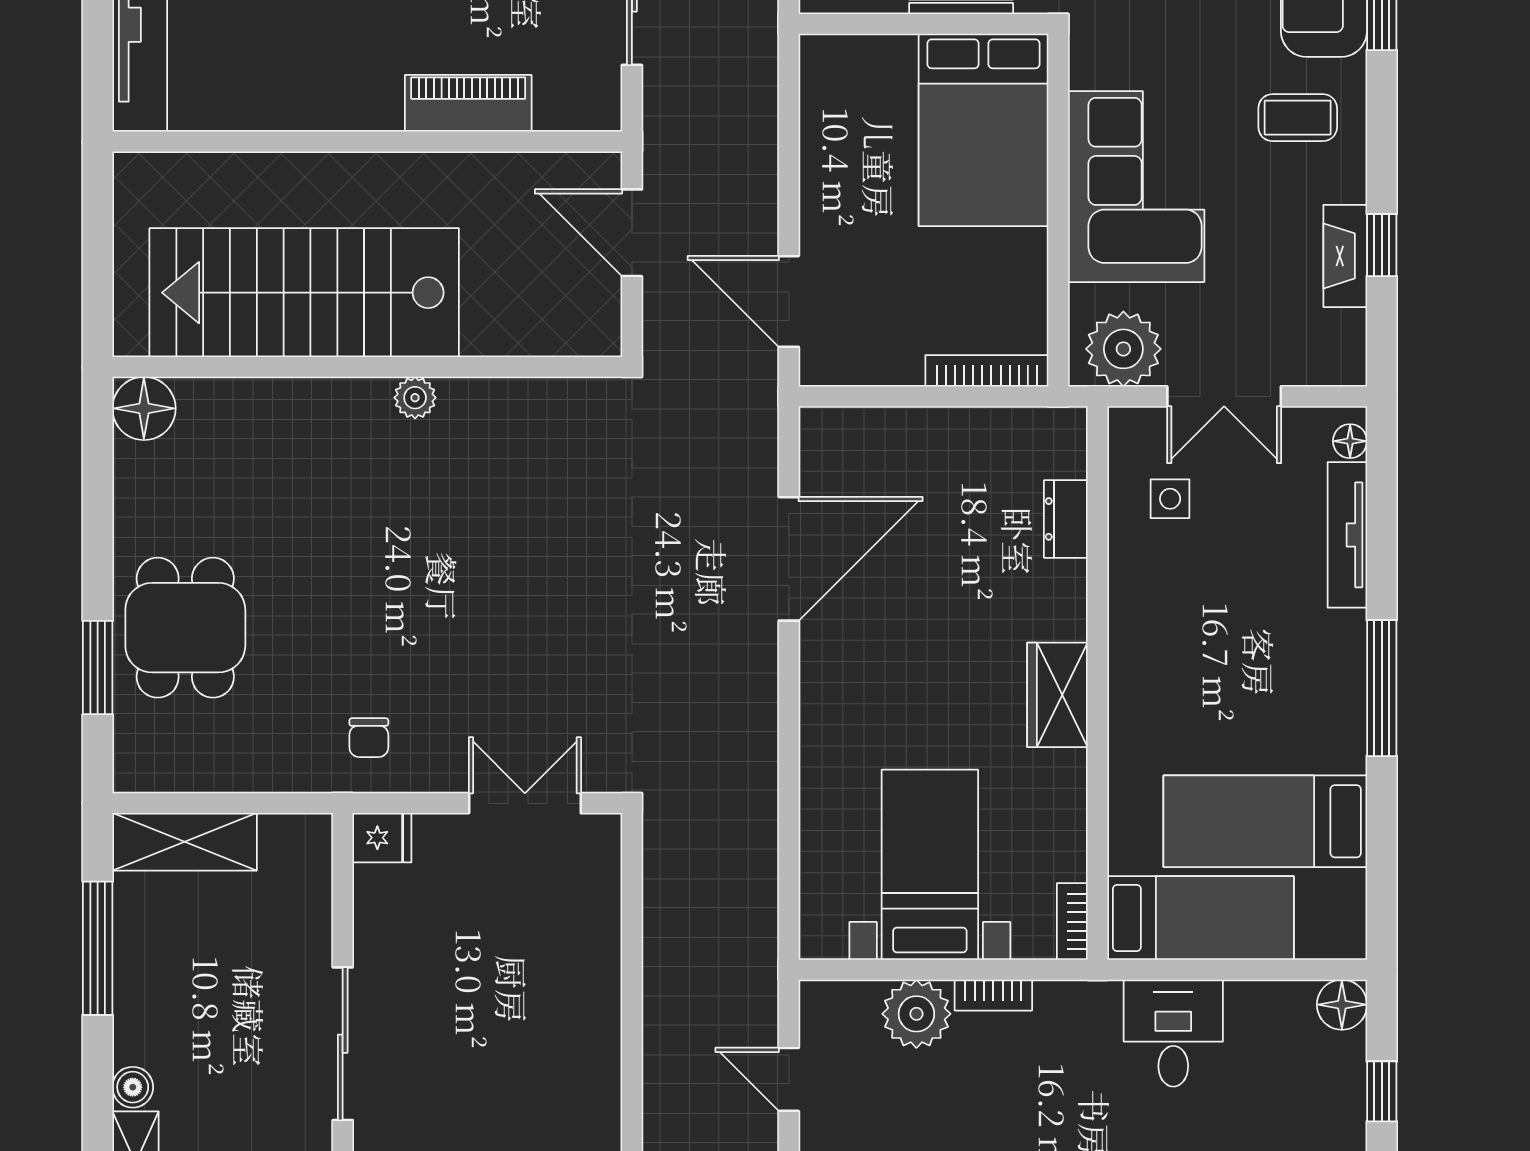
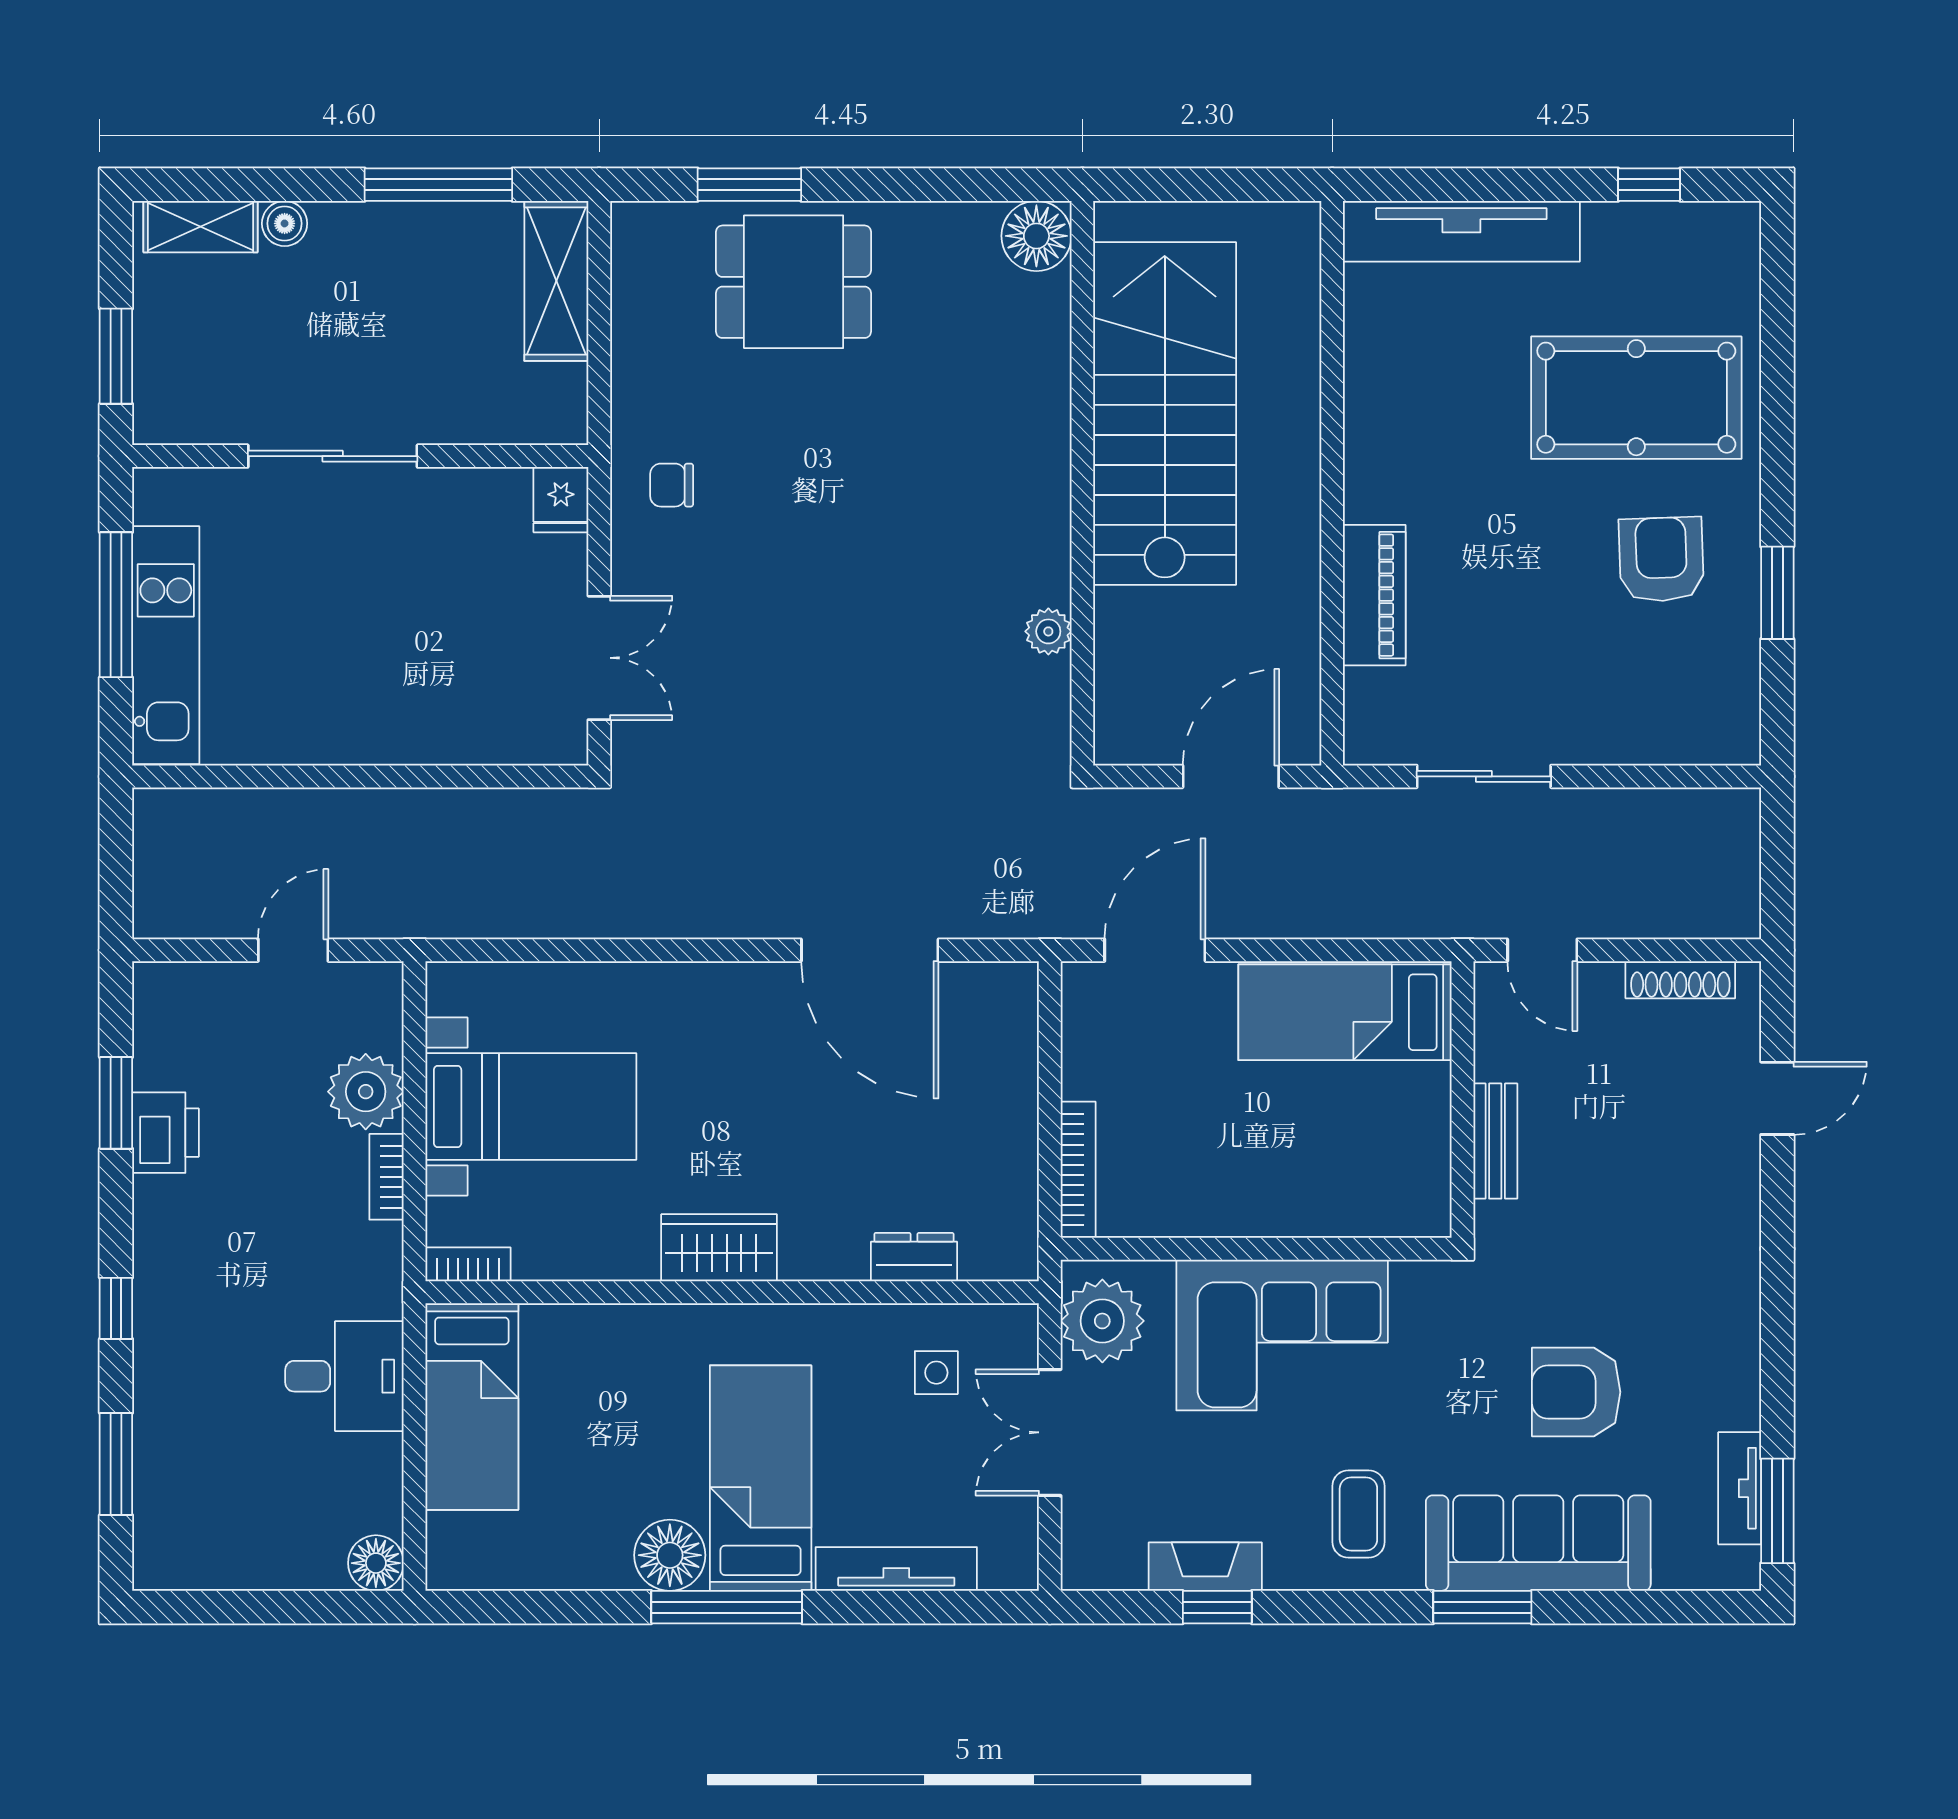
bed: (984, 130) -> (1345, 1012), moved, width x0.67
plant: (415, 398) -> (1048, 631), moved
floor lamp: (1350, 441) -> (670, 1555), moved, width x1.89, depth x1.89
bed: (1265, 821) -> (761, 1478), moved
window: (1382, 1091) -> (280, 1607), removed

